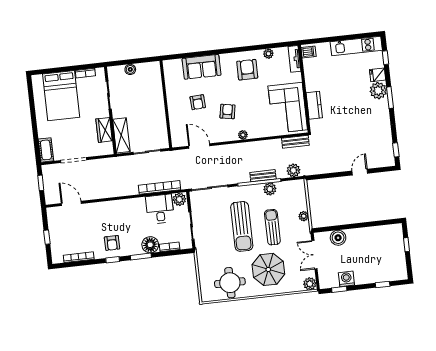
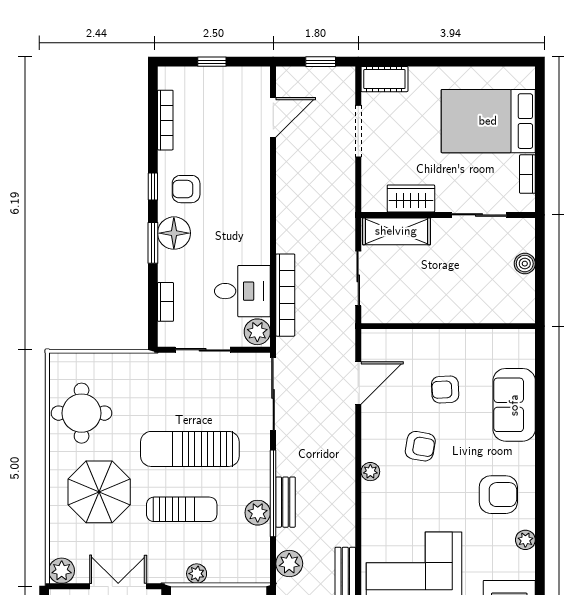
floor lamp: (150, 245) -> (174, 233), moved

